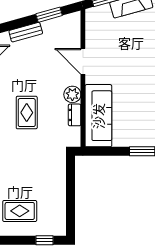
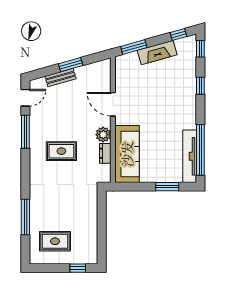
window: (49, 15) -> (71, 65), moved
rug: (27, 113) -> (61, 151), turned 90

